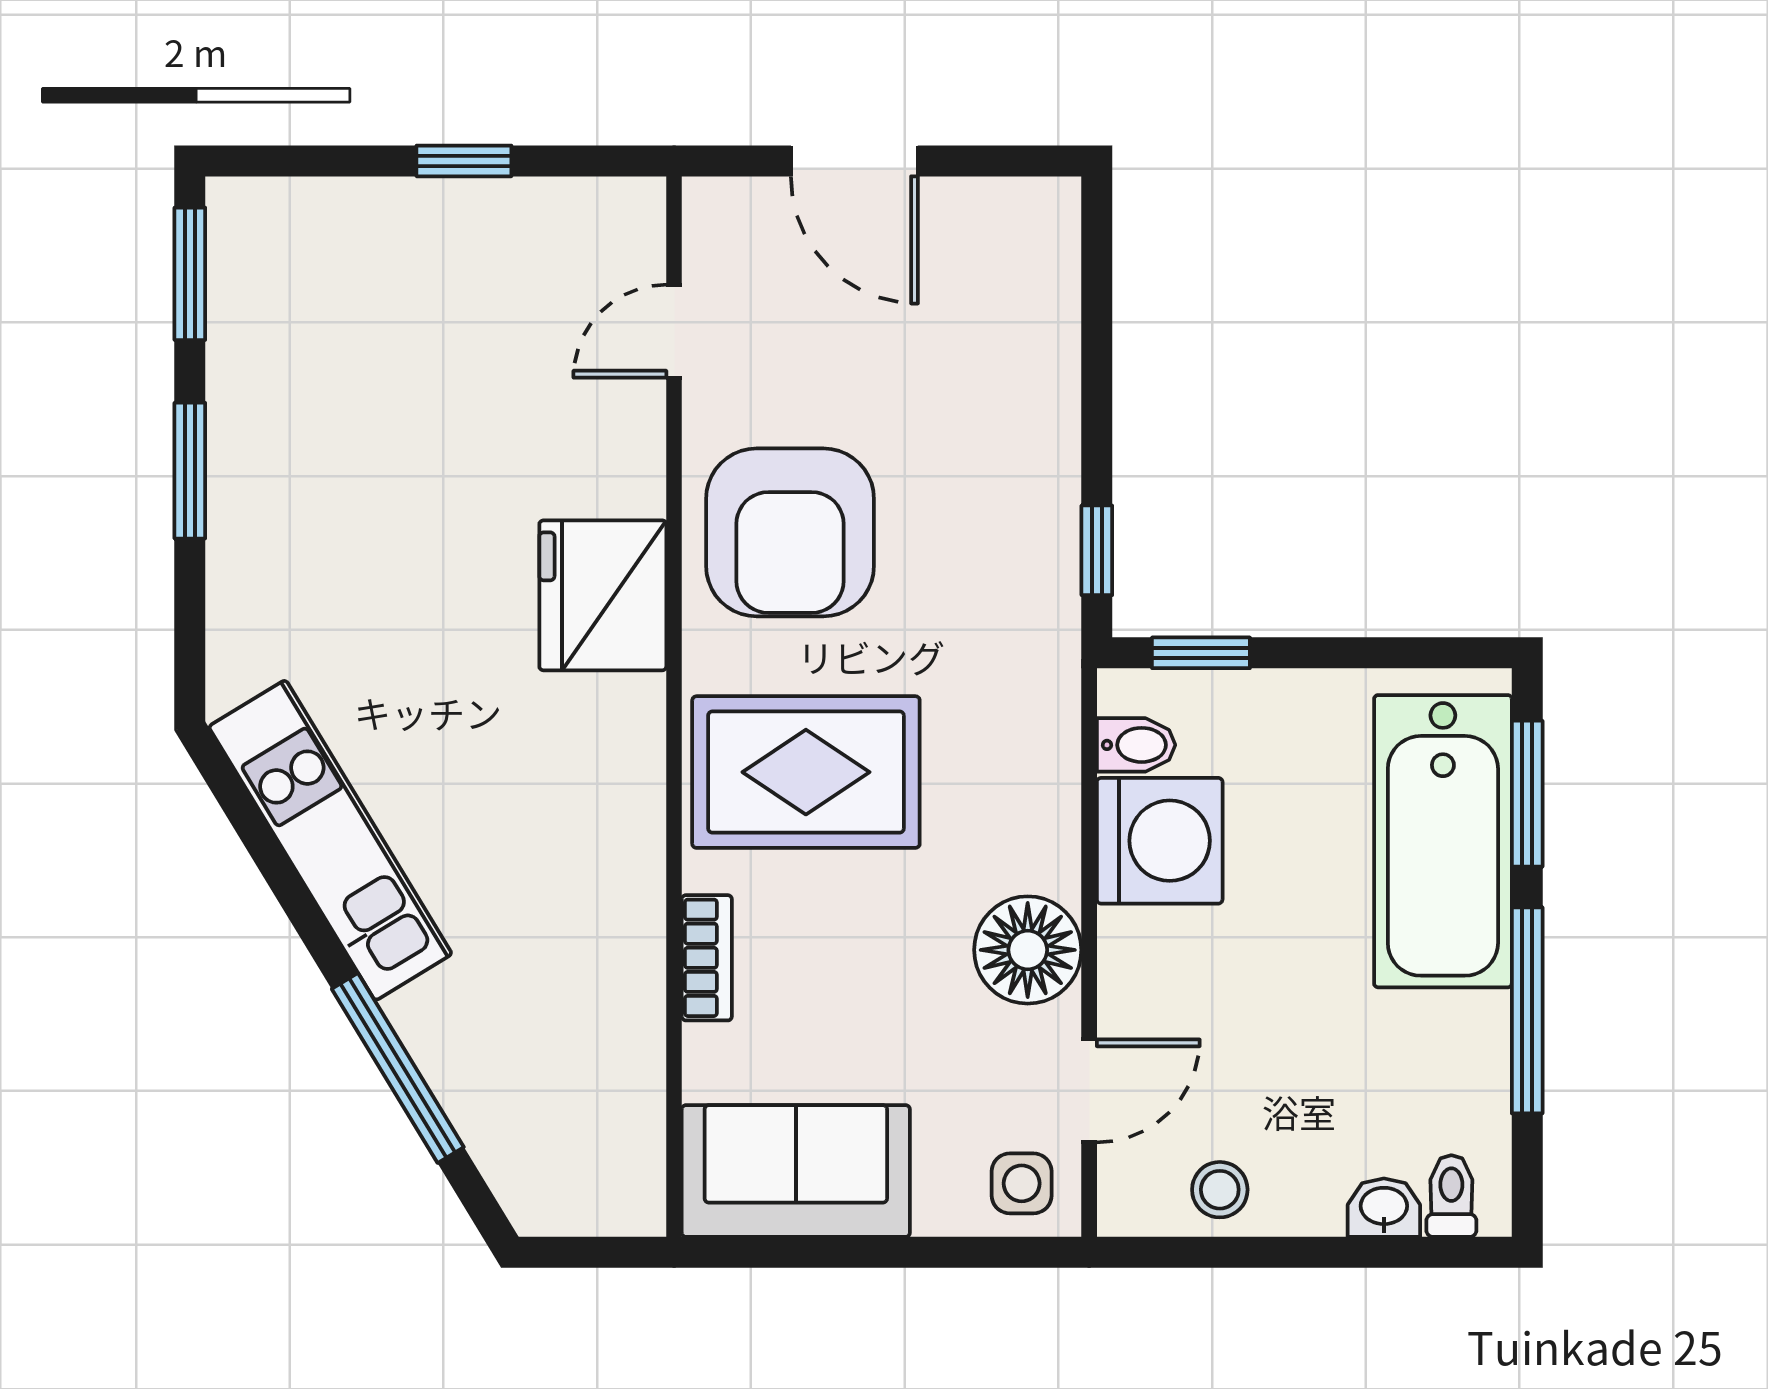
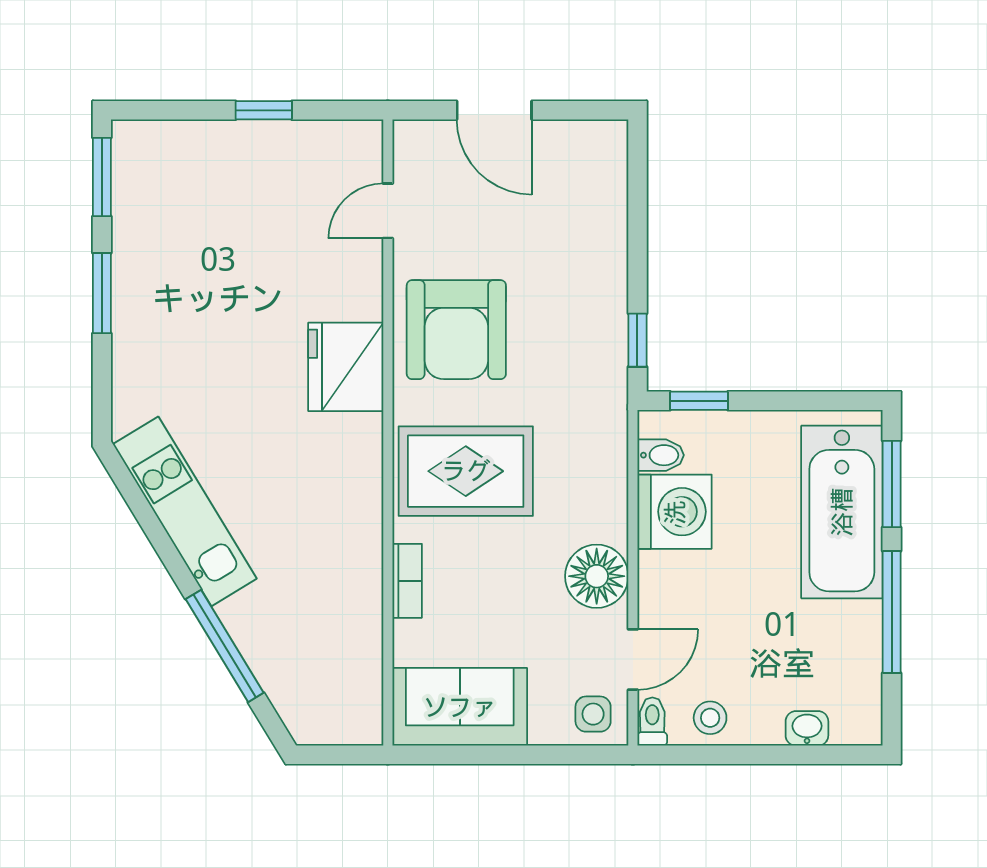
toilet: (1451, 1196) -> (652, 722), moved

